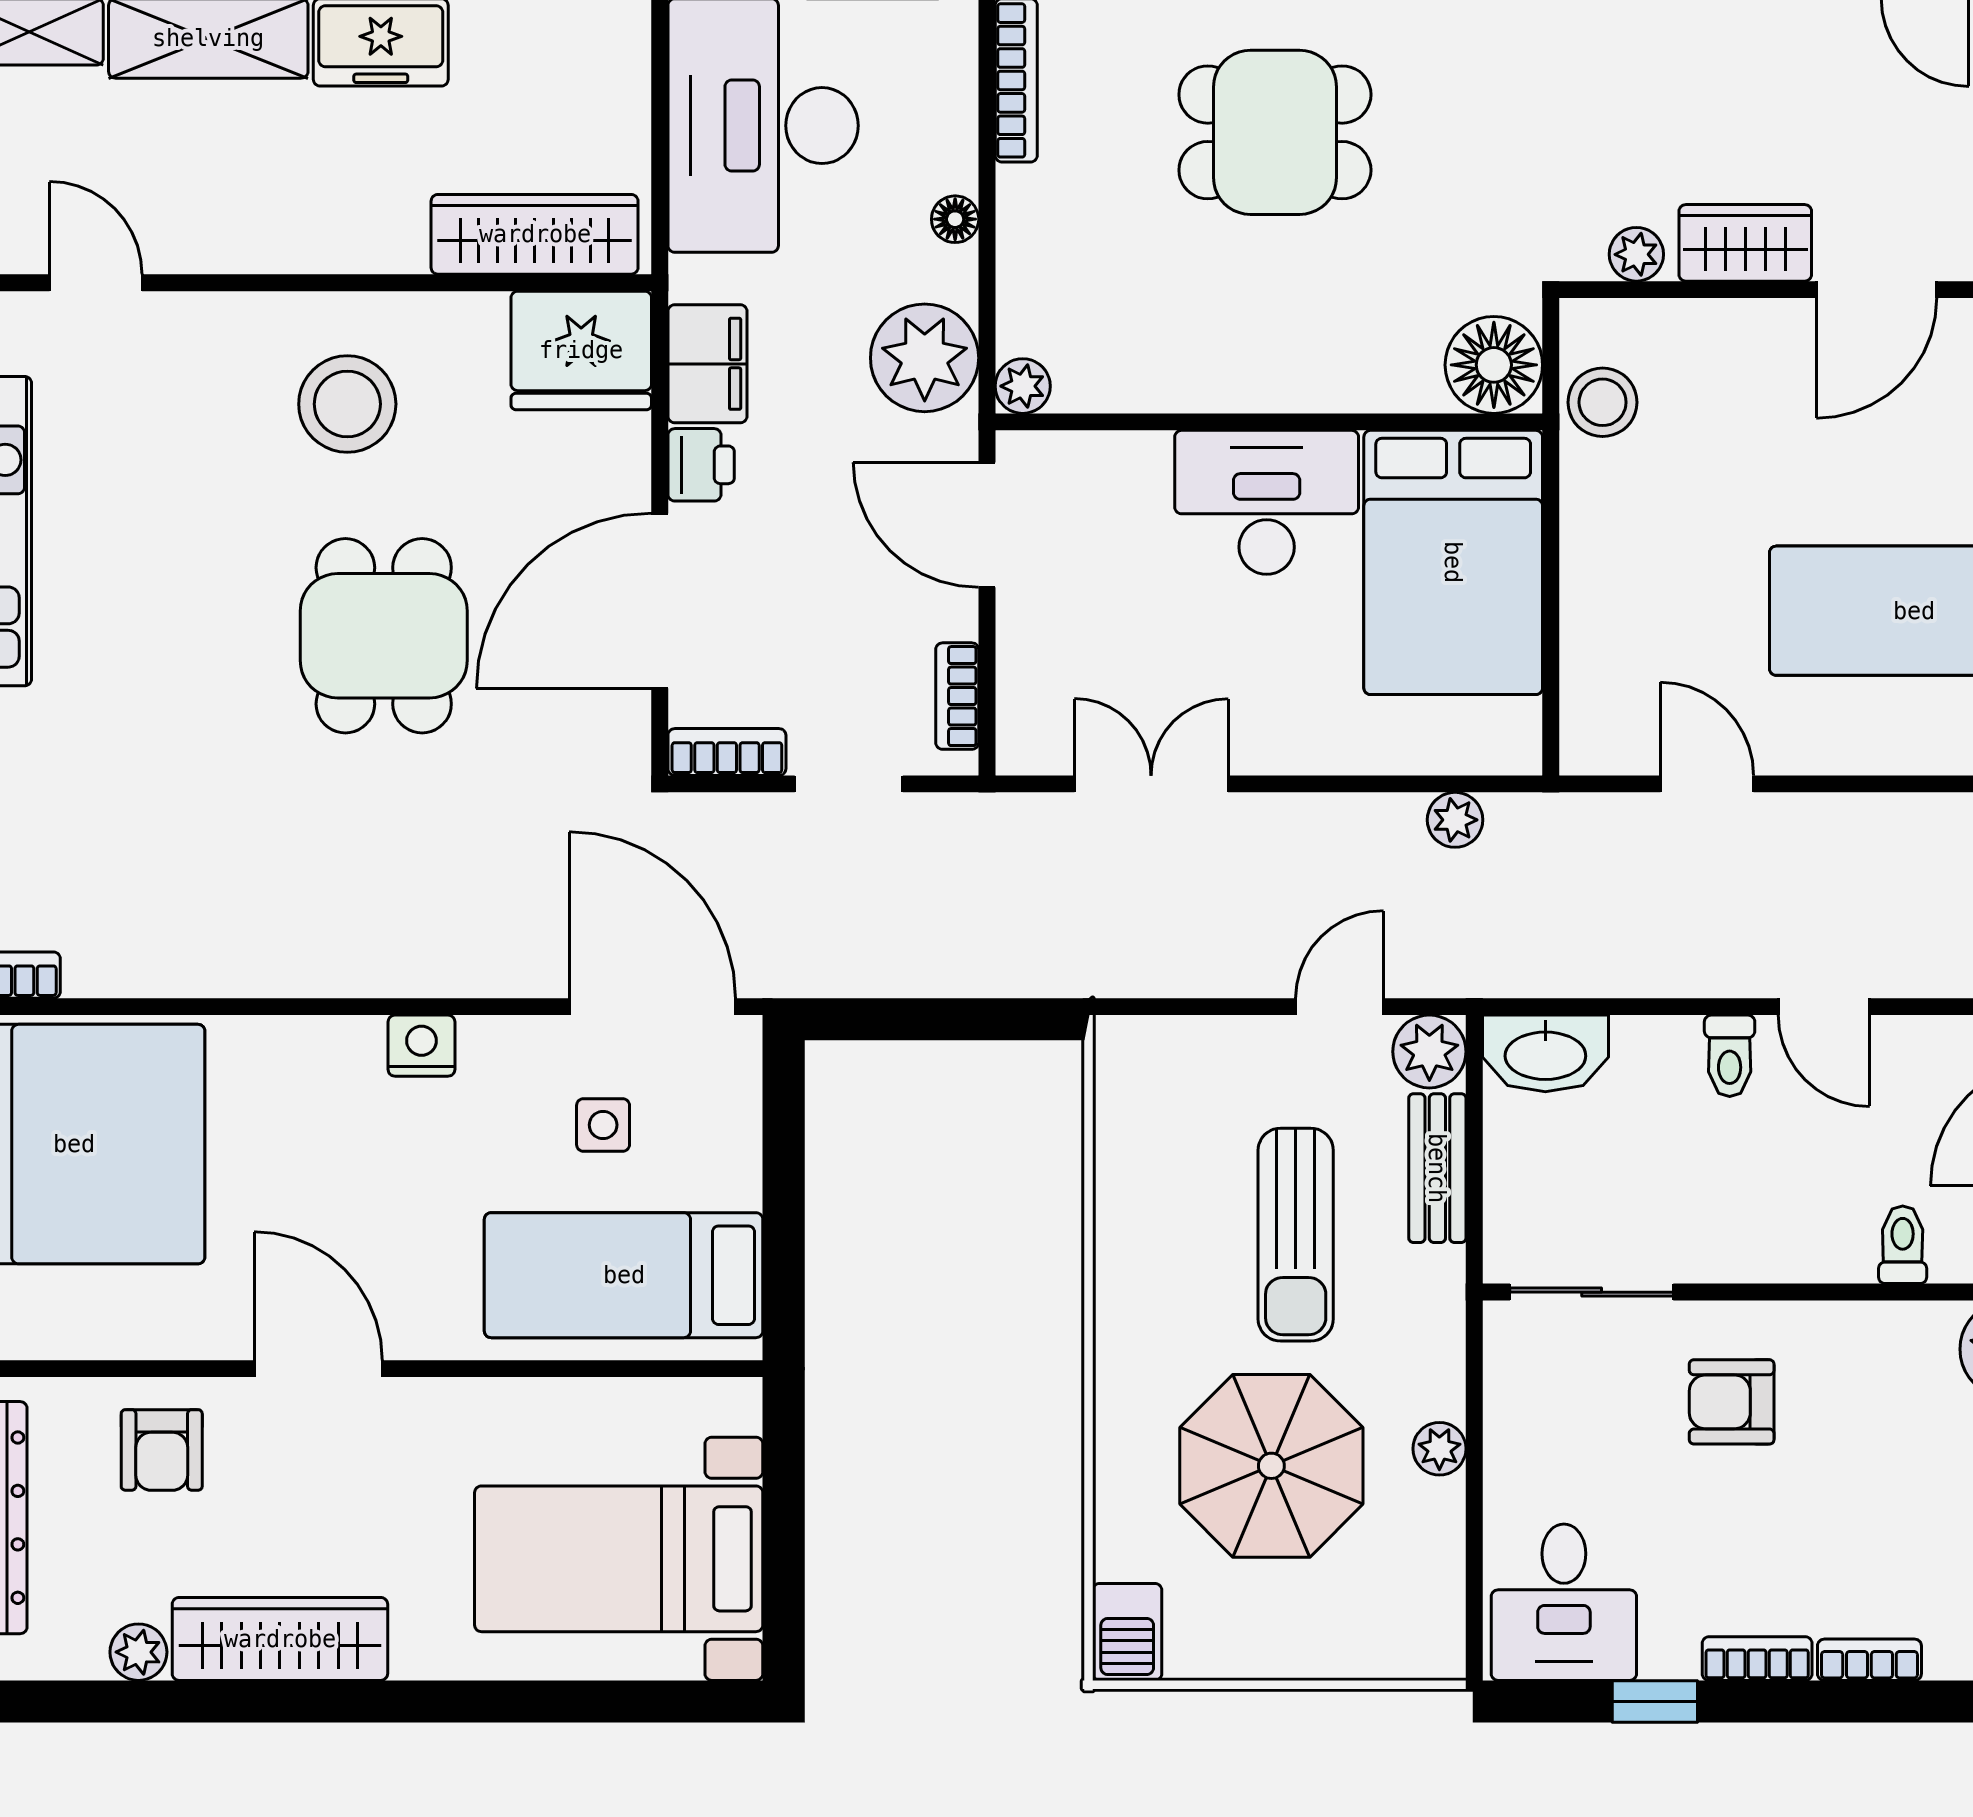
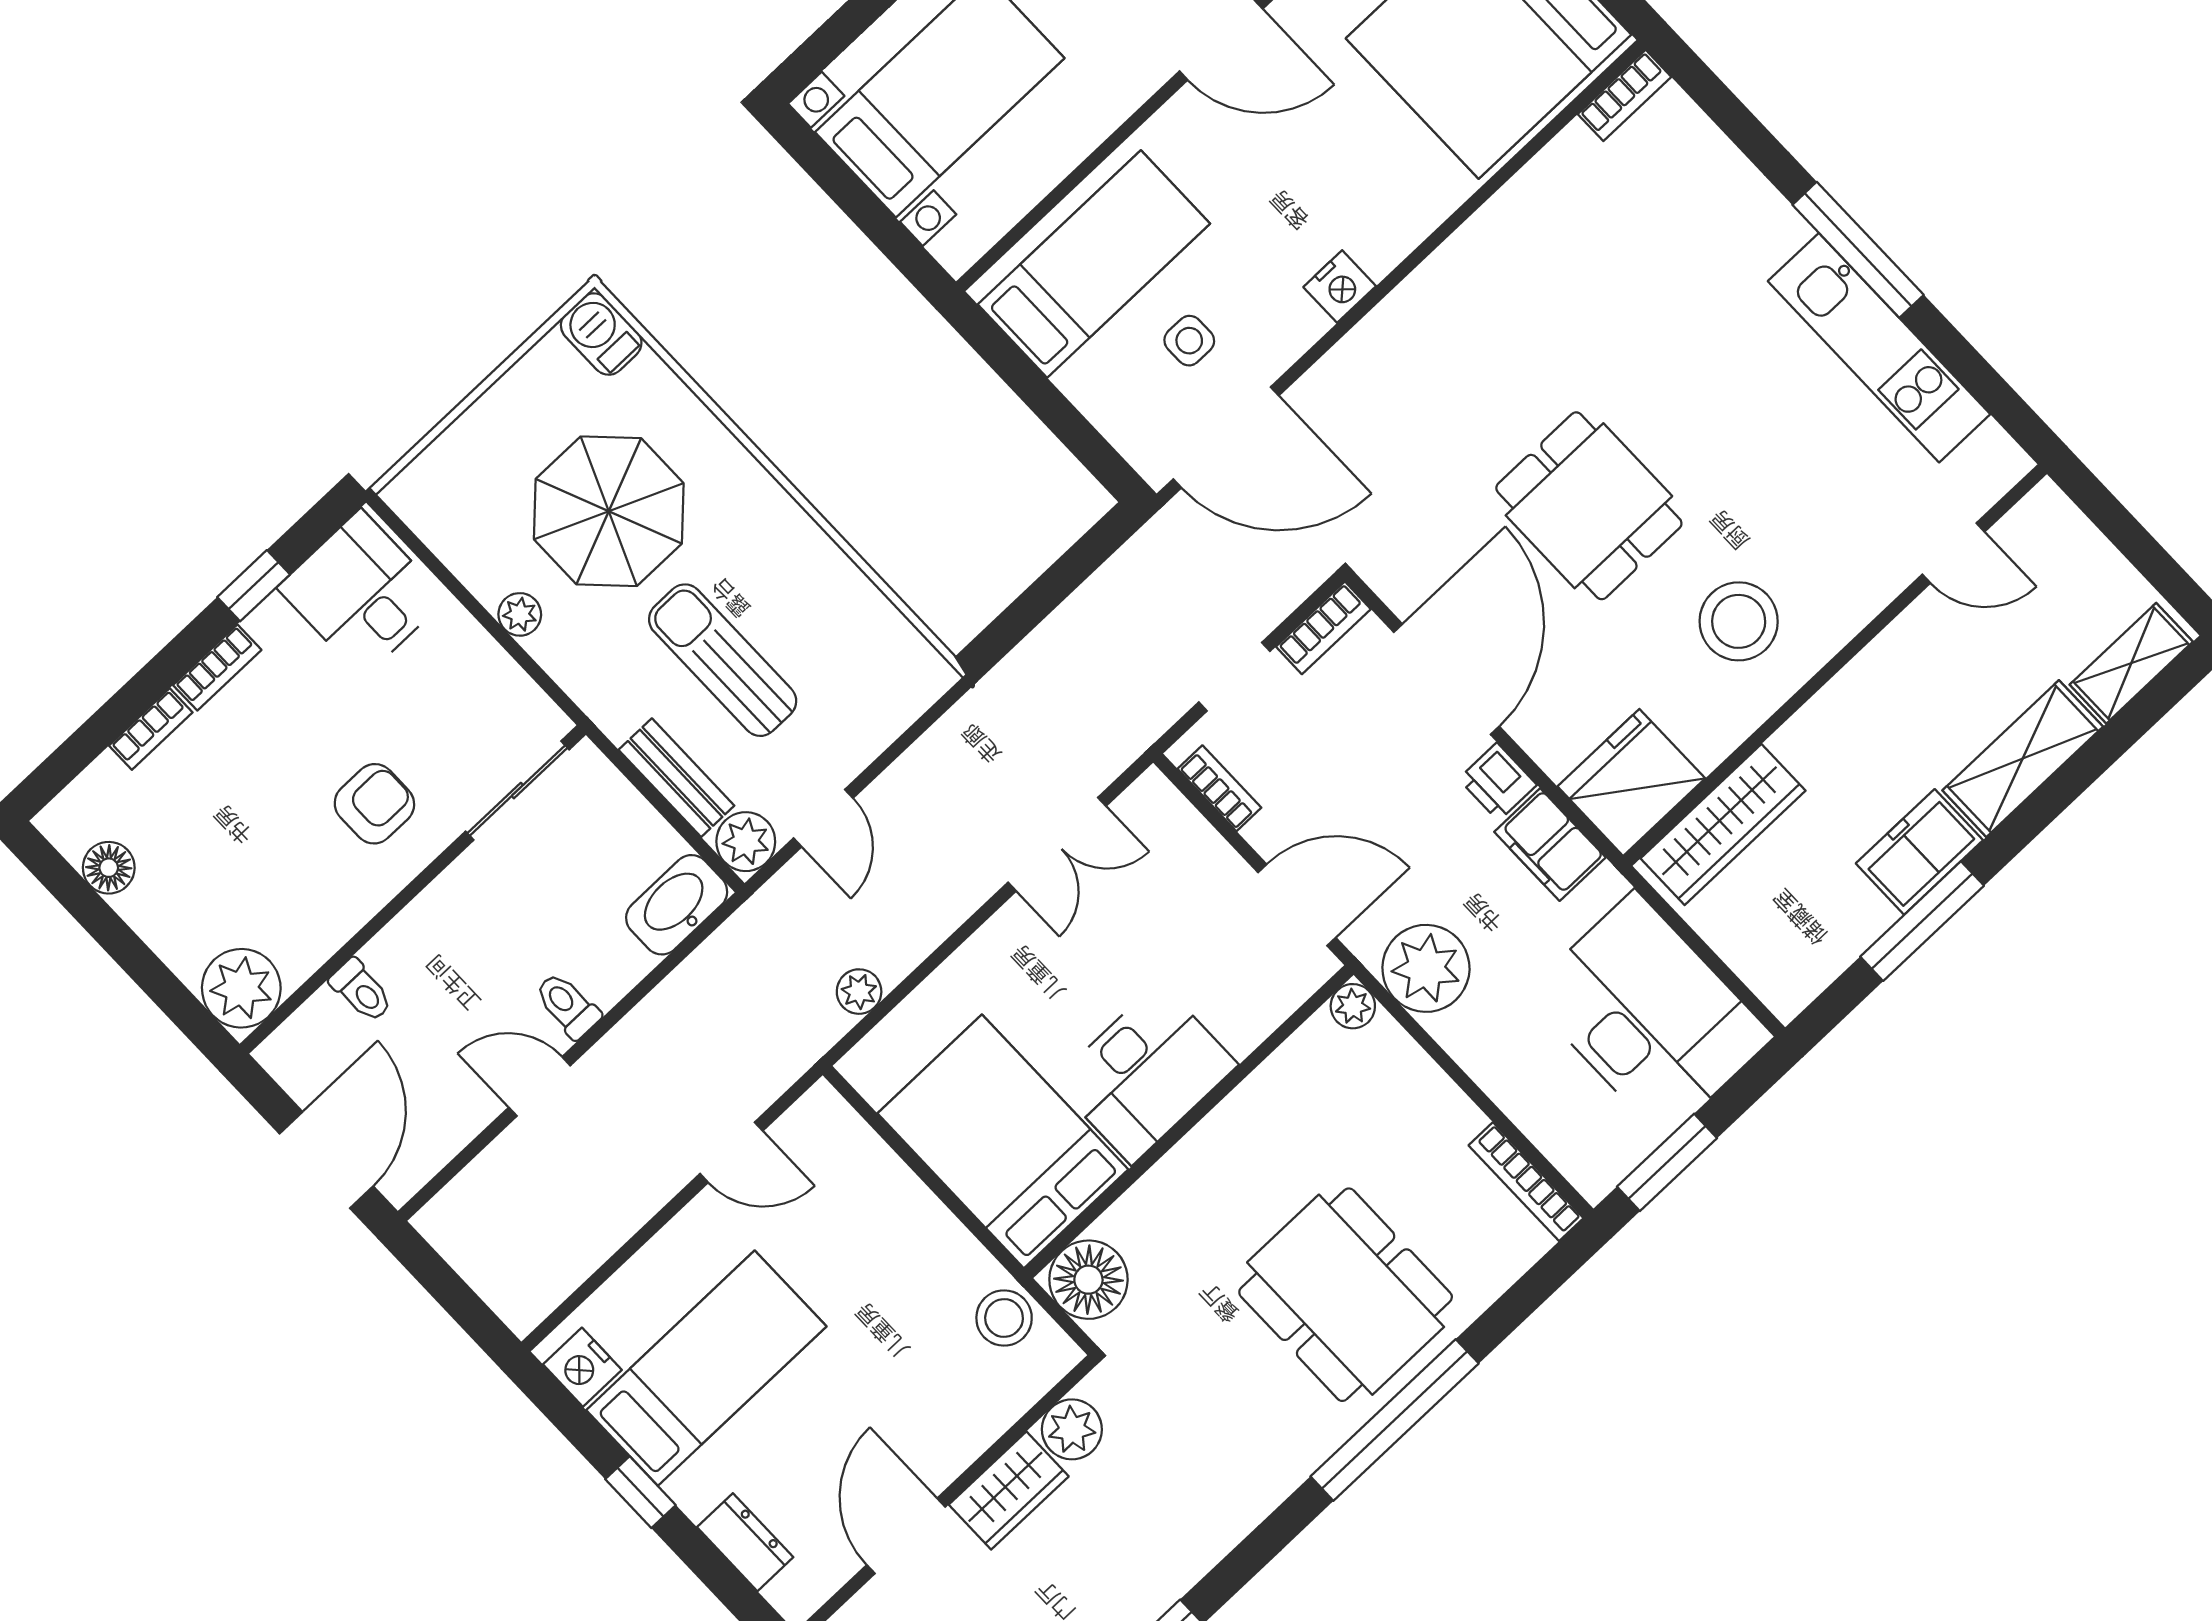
dining table: (1275, 132) -> (1346, 1295), width x1.38
floor lamp: (955, 219) -> (1485, 1066), removed
plant: (1636, 254) -> (1072, 1429), width x1.38, depth x1.38

